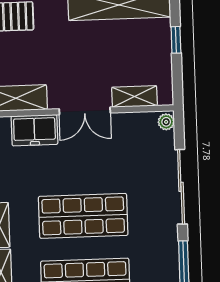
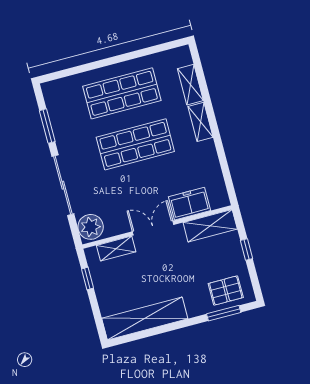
window: (176, 40) -> (87, 278), moved
plant: (166, 122) -> (91, 227), width x1.88, depth x1.88

